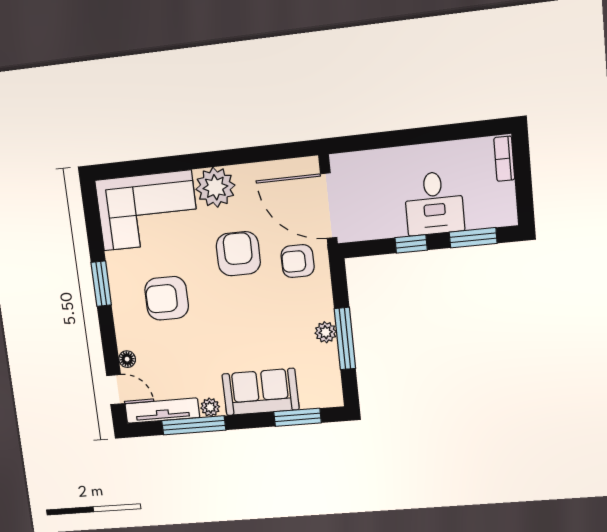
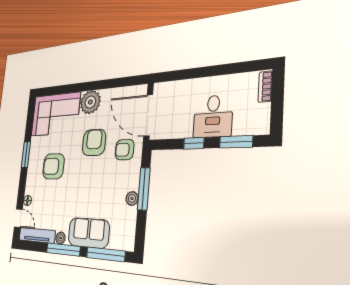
window: (345, 339) -> (144, 189), moved
window: (297, 417) -> (106, 254), width x1.44
window: (194, 425) -> (63, 250), moved

